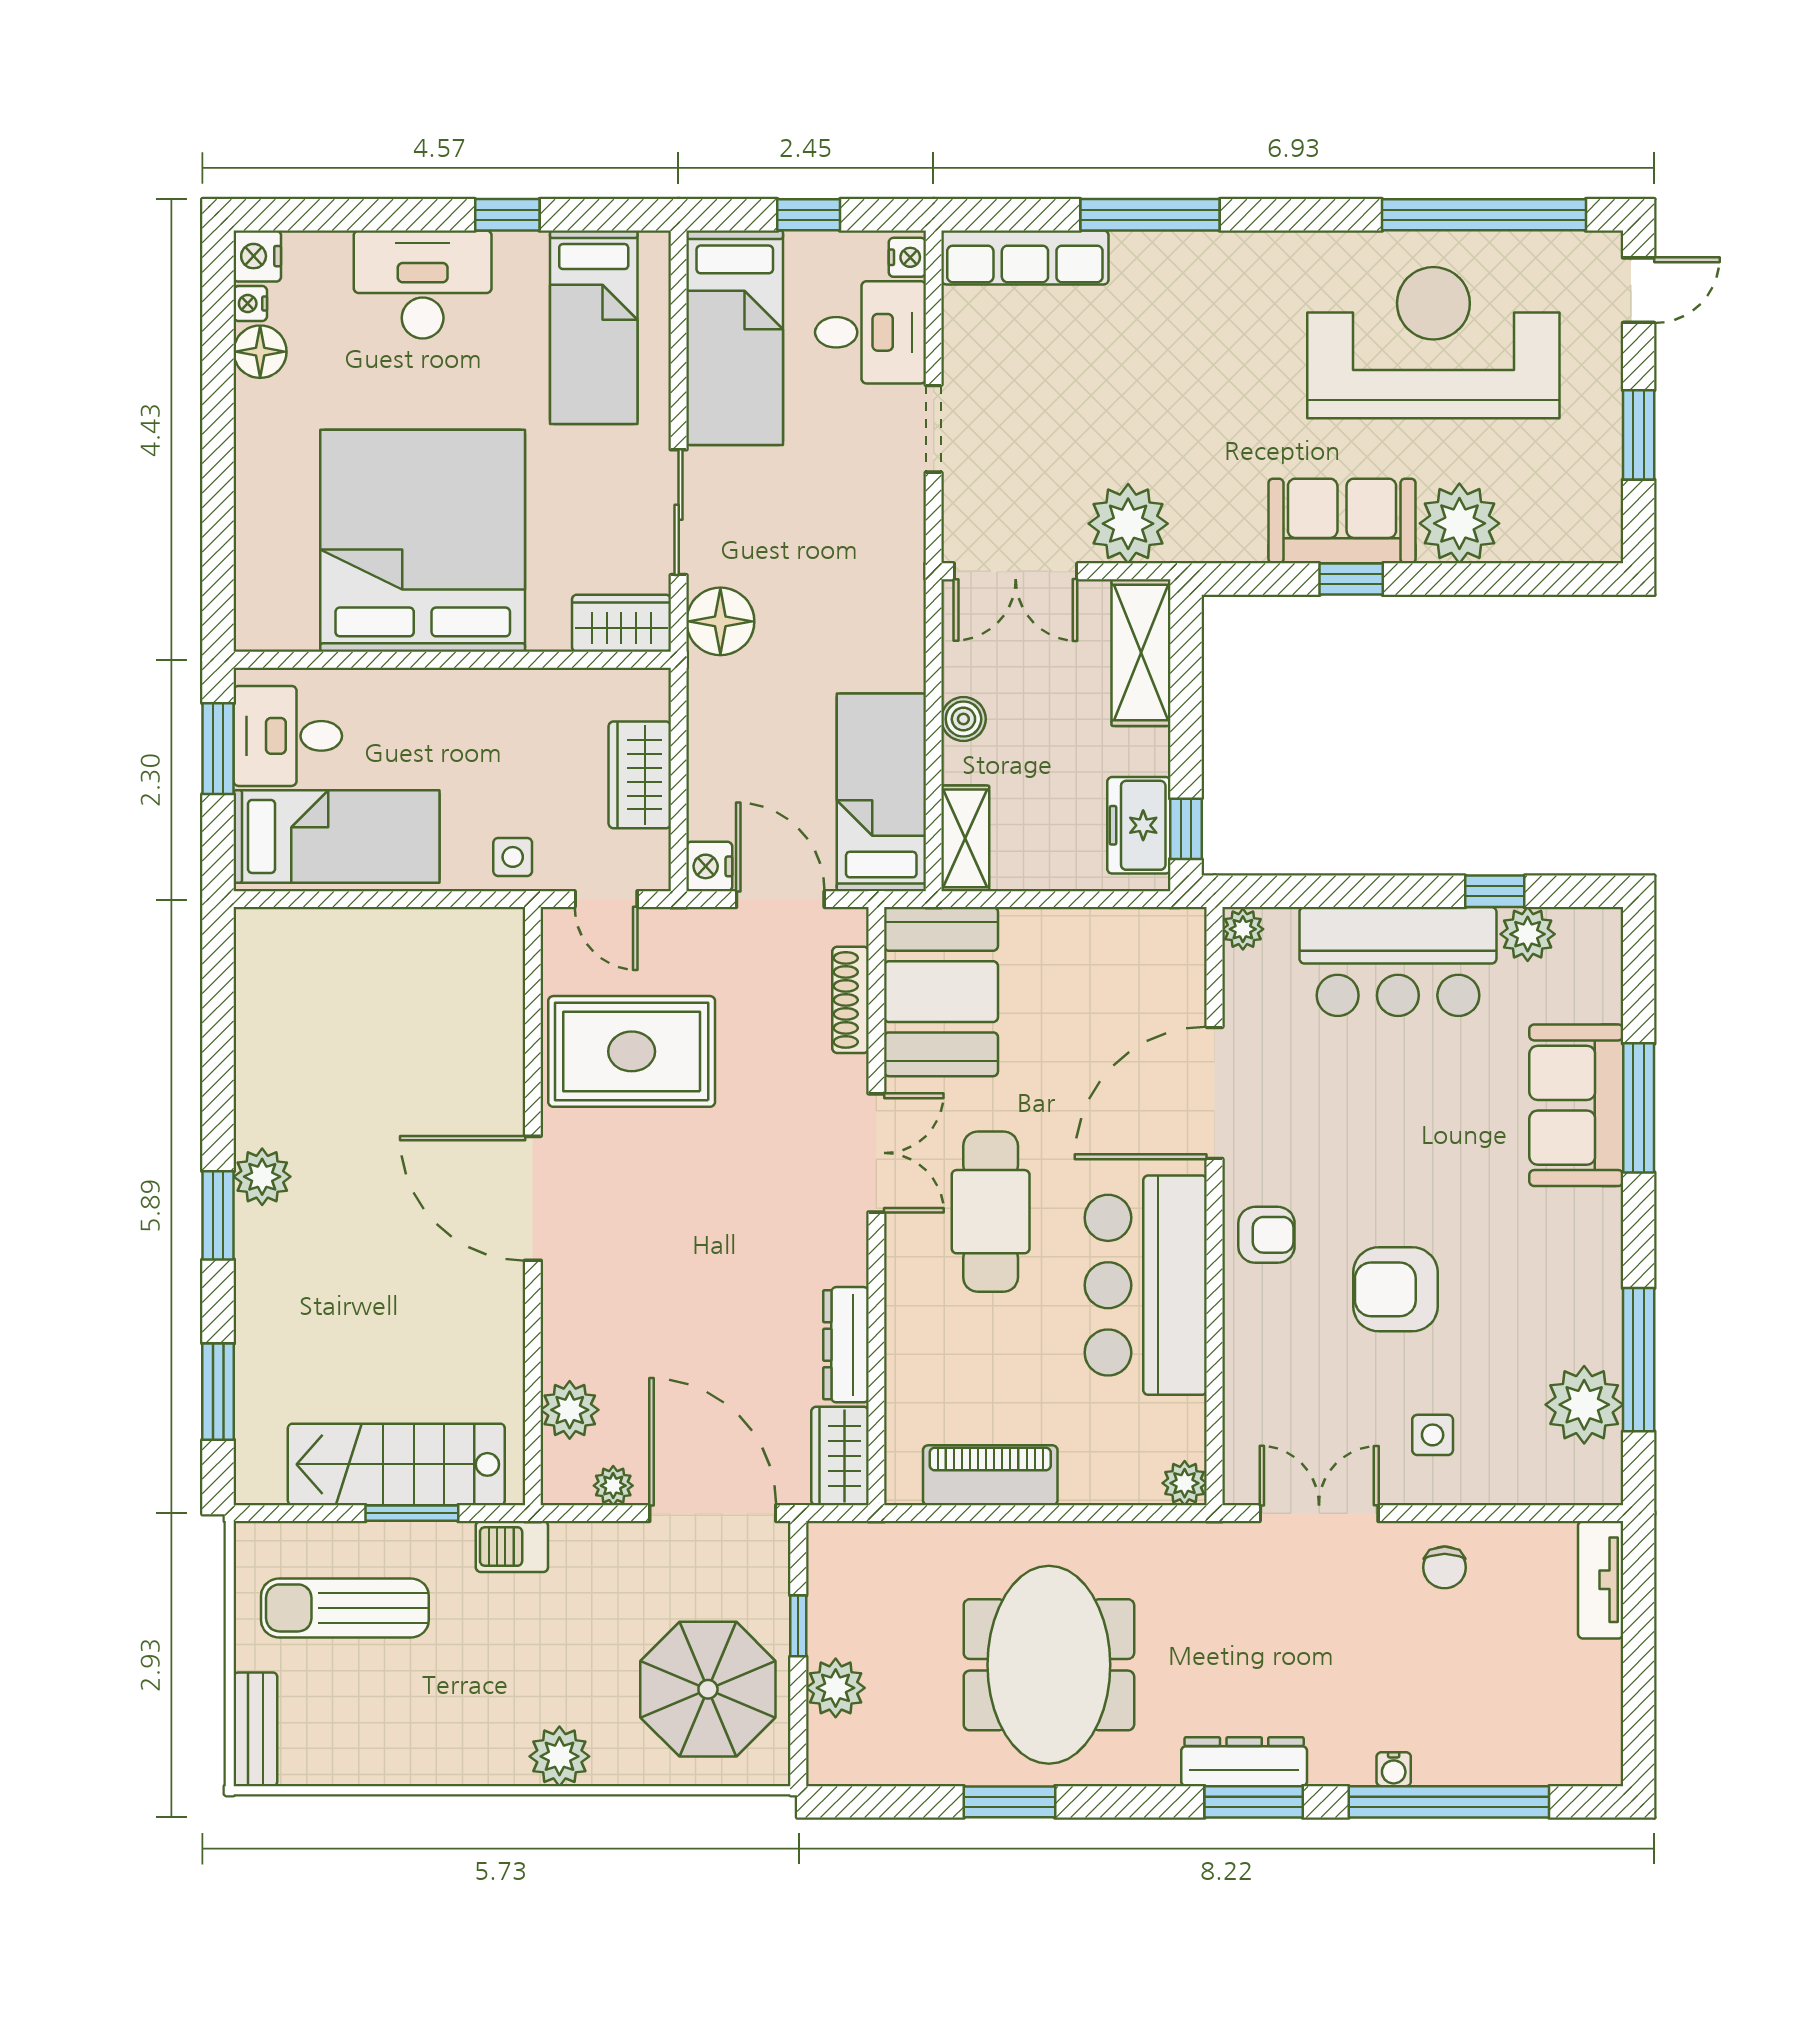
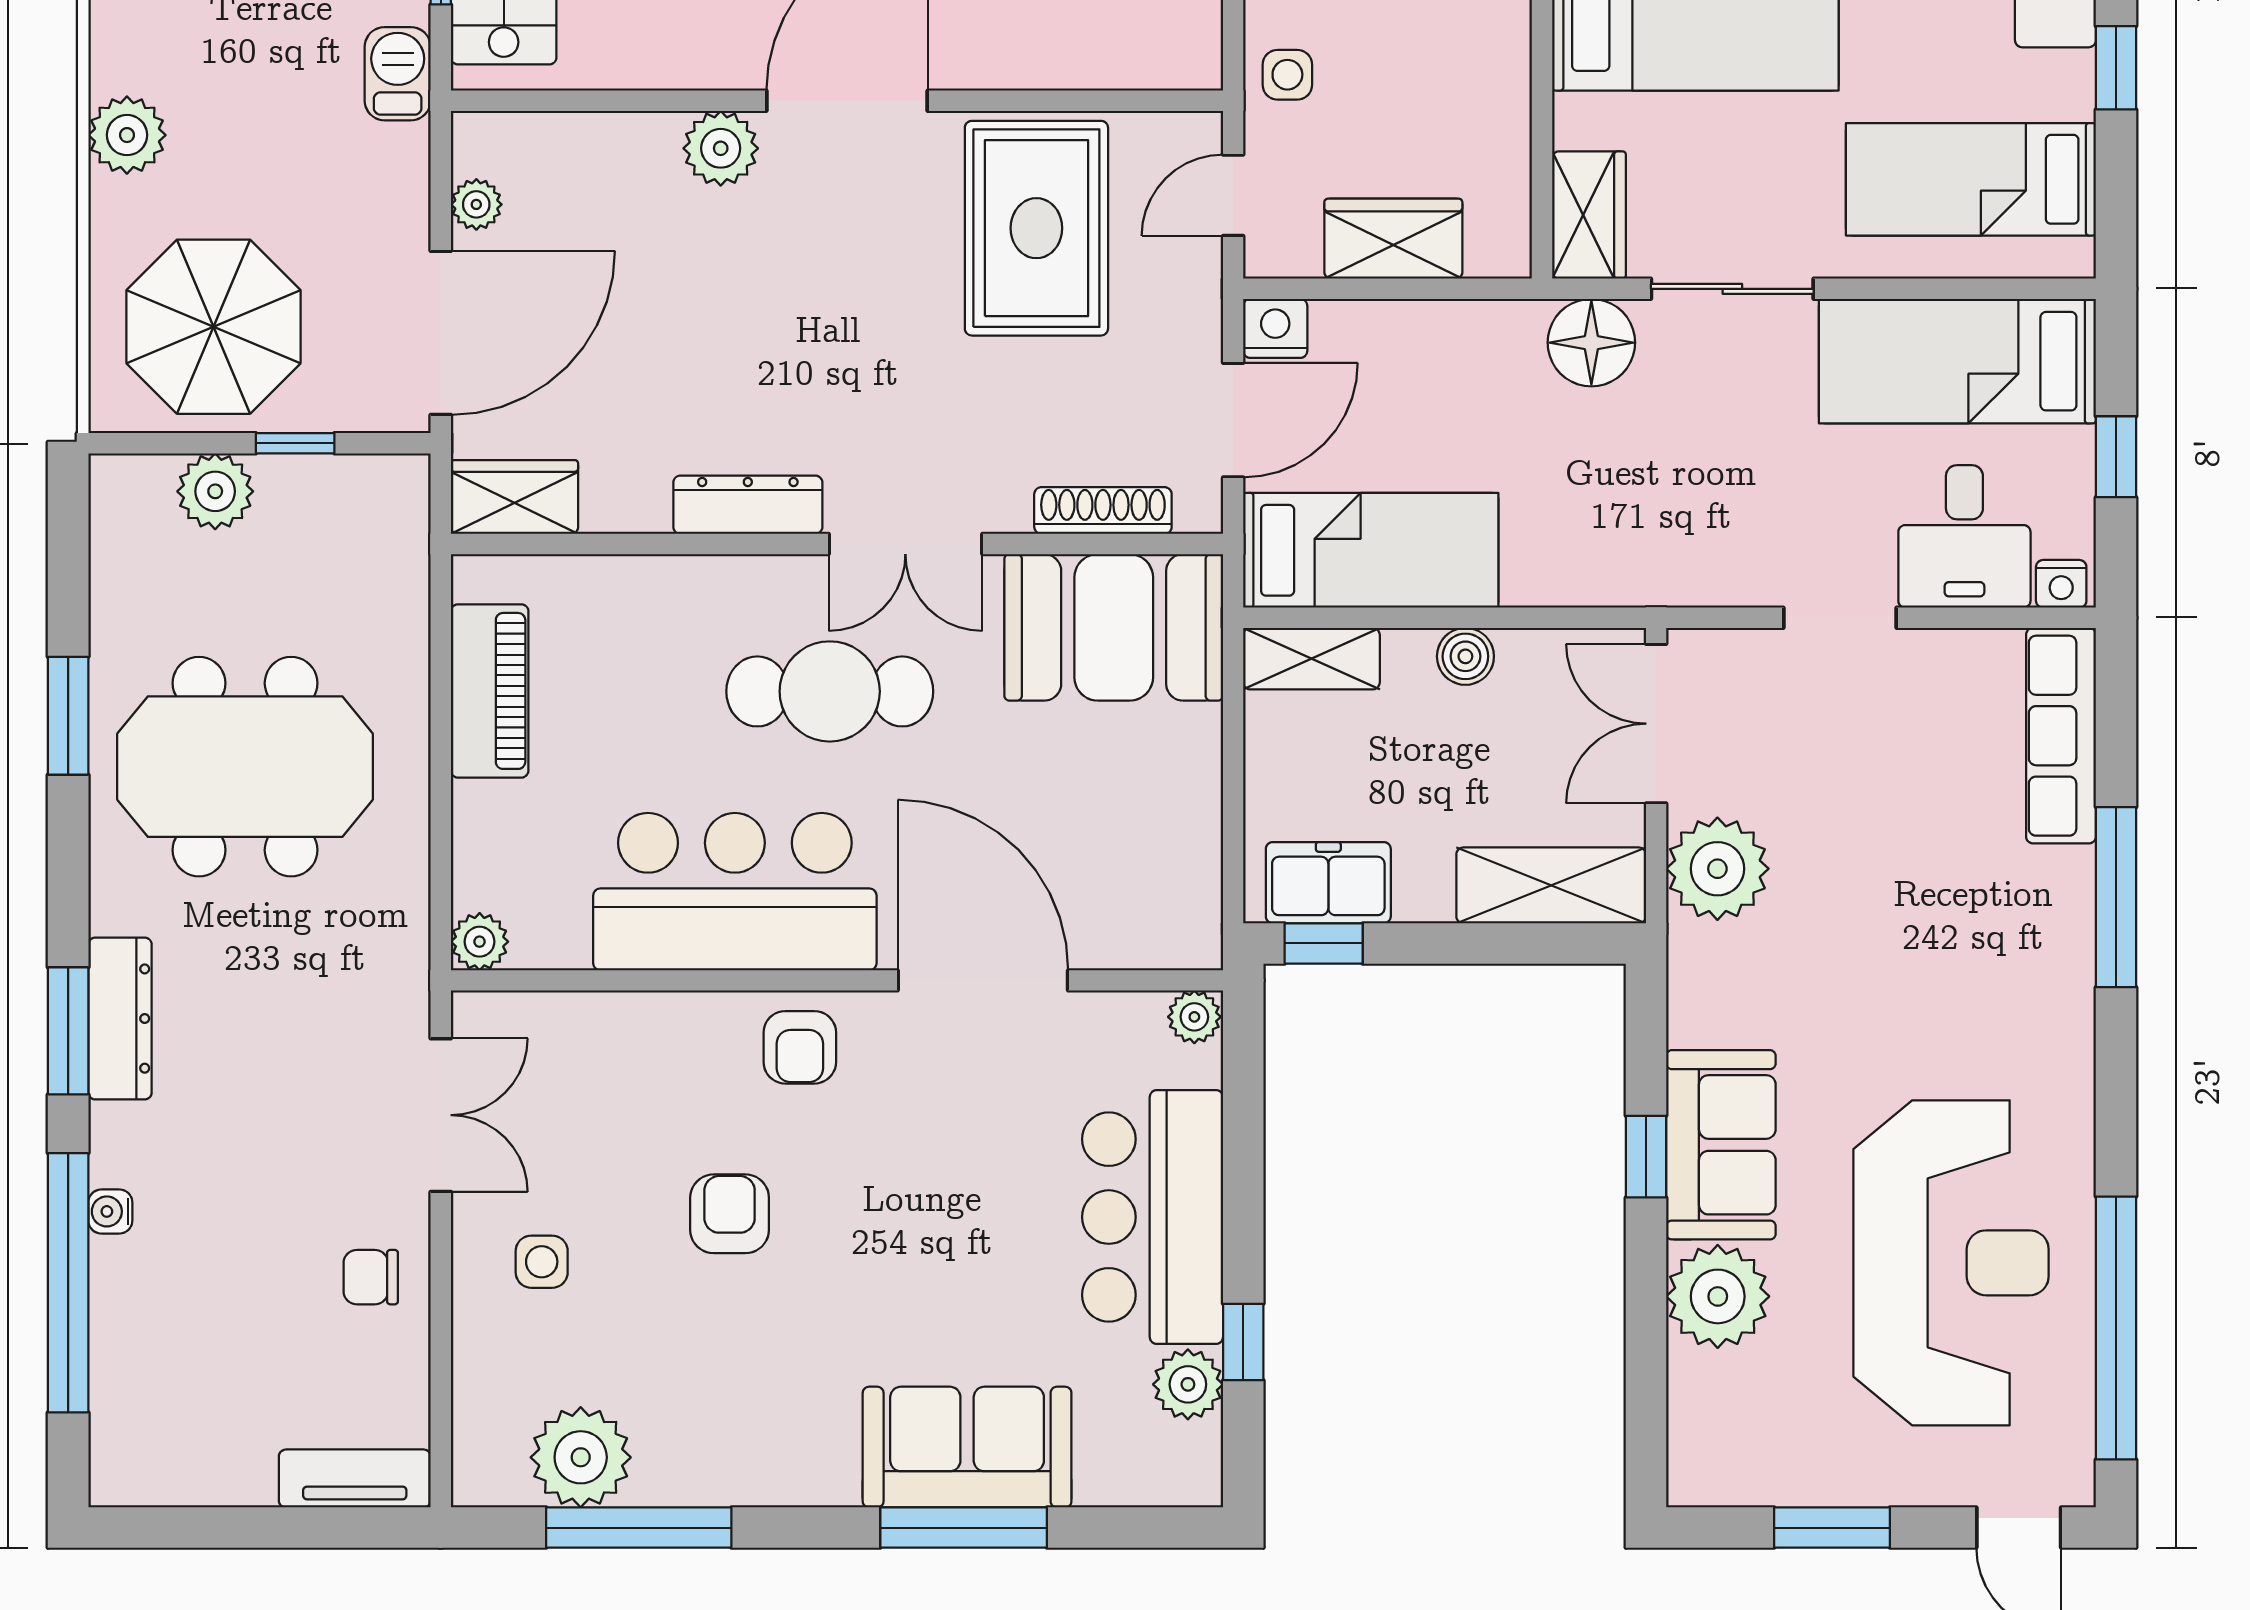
armchair: (1395, 1289) -> (730, 1214), width x0.72, depth x0.72
dresser: (846, 1345) -> (748, 505), moved
plant: (570, 1410) -> (721, 148), moved

